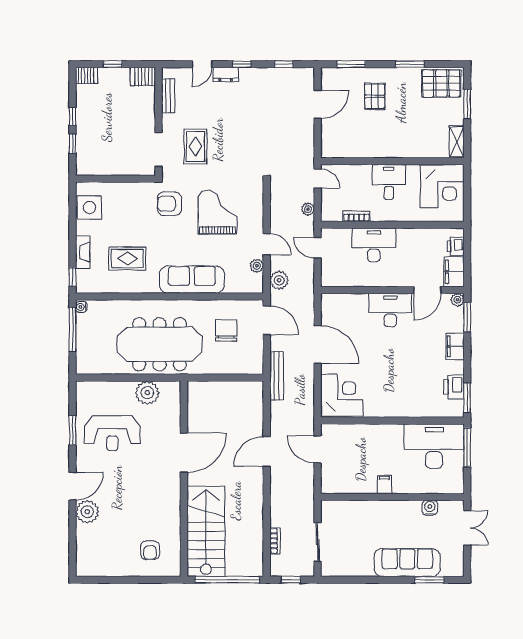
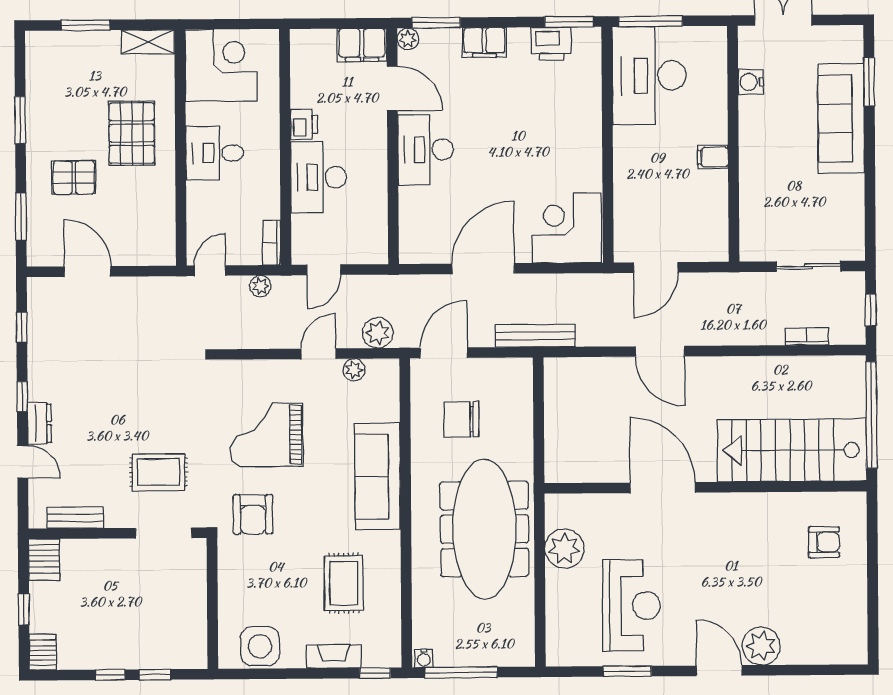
pallet: (441, 83) -> (132, 133), moved
bookcase: (356, 216) -> (272, 243), moved
printer: (456, 246) -> (304, 125), moved, turned -90

